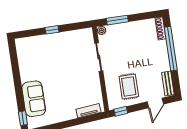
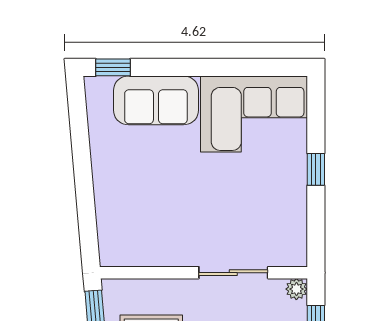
corner sofa: (33, 58) -> (254, 114), added
tv unit: (88, 111) -> (107, 228), removed

